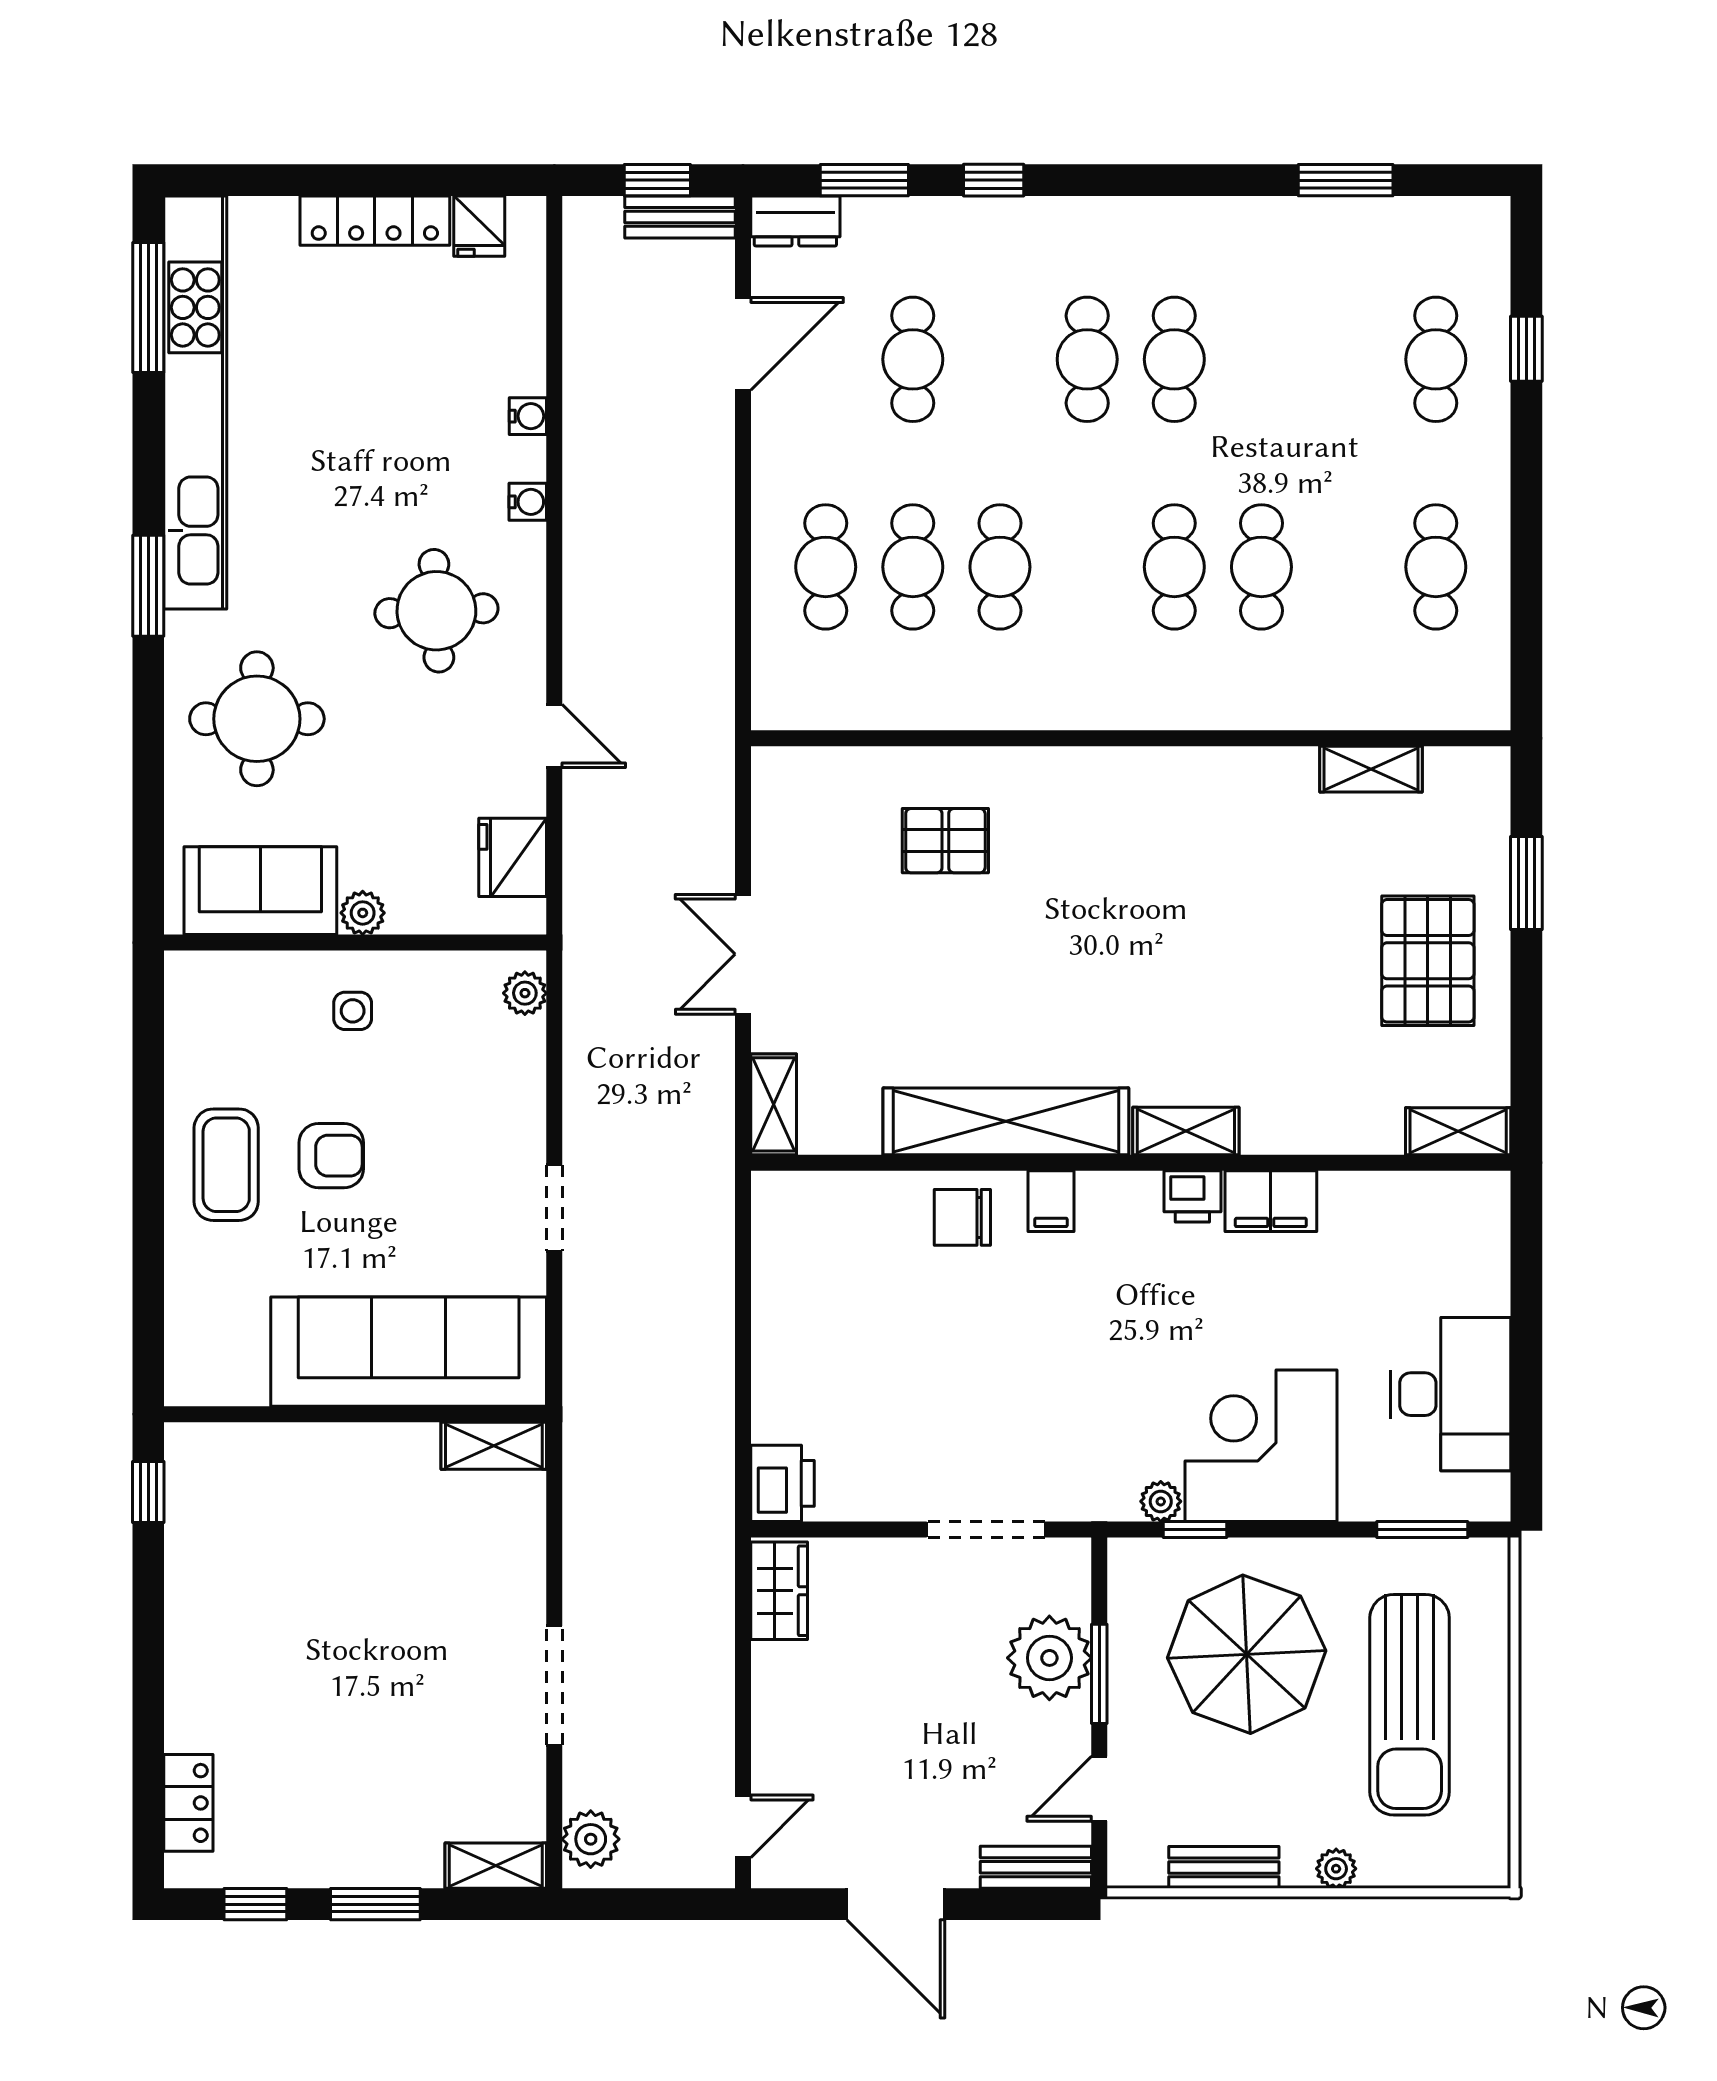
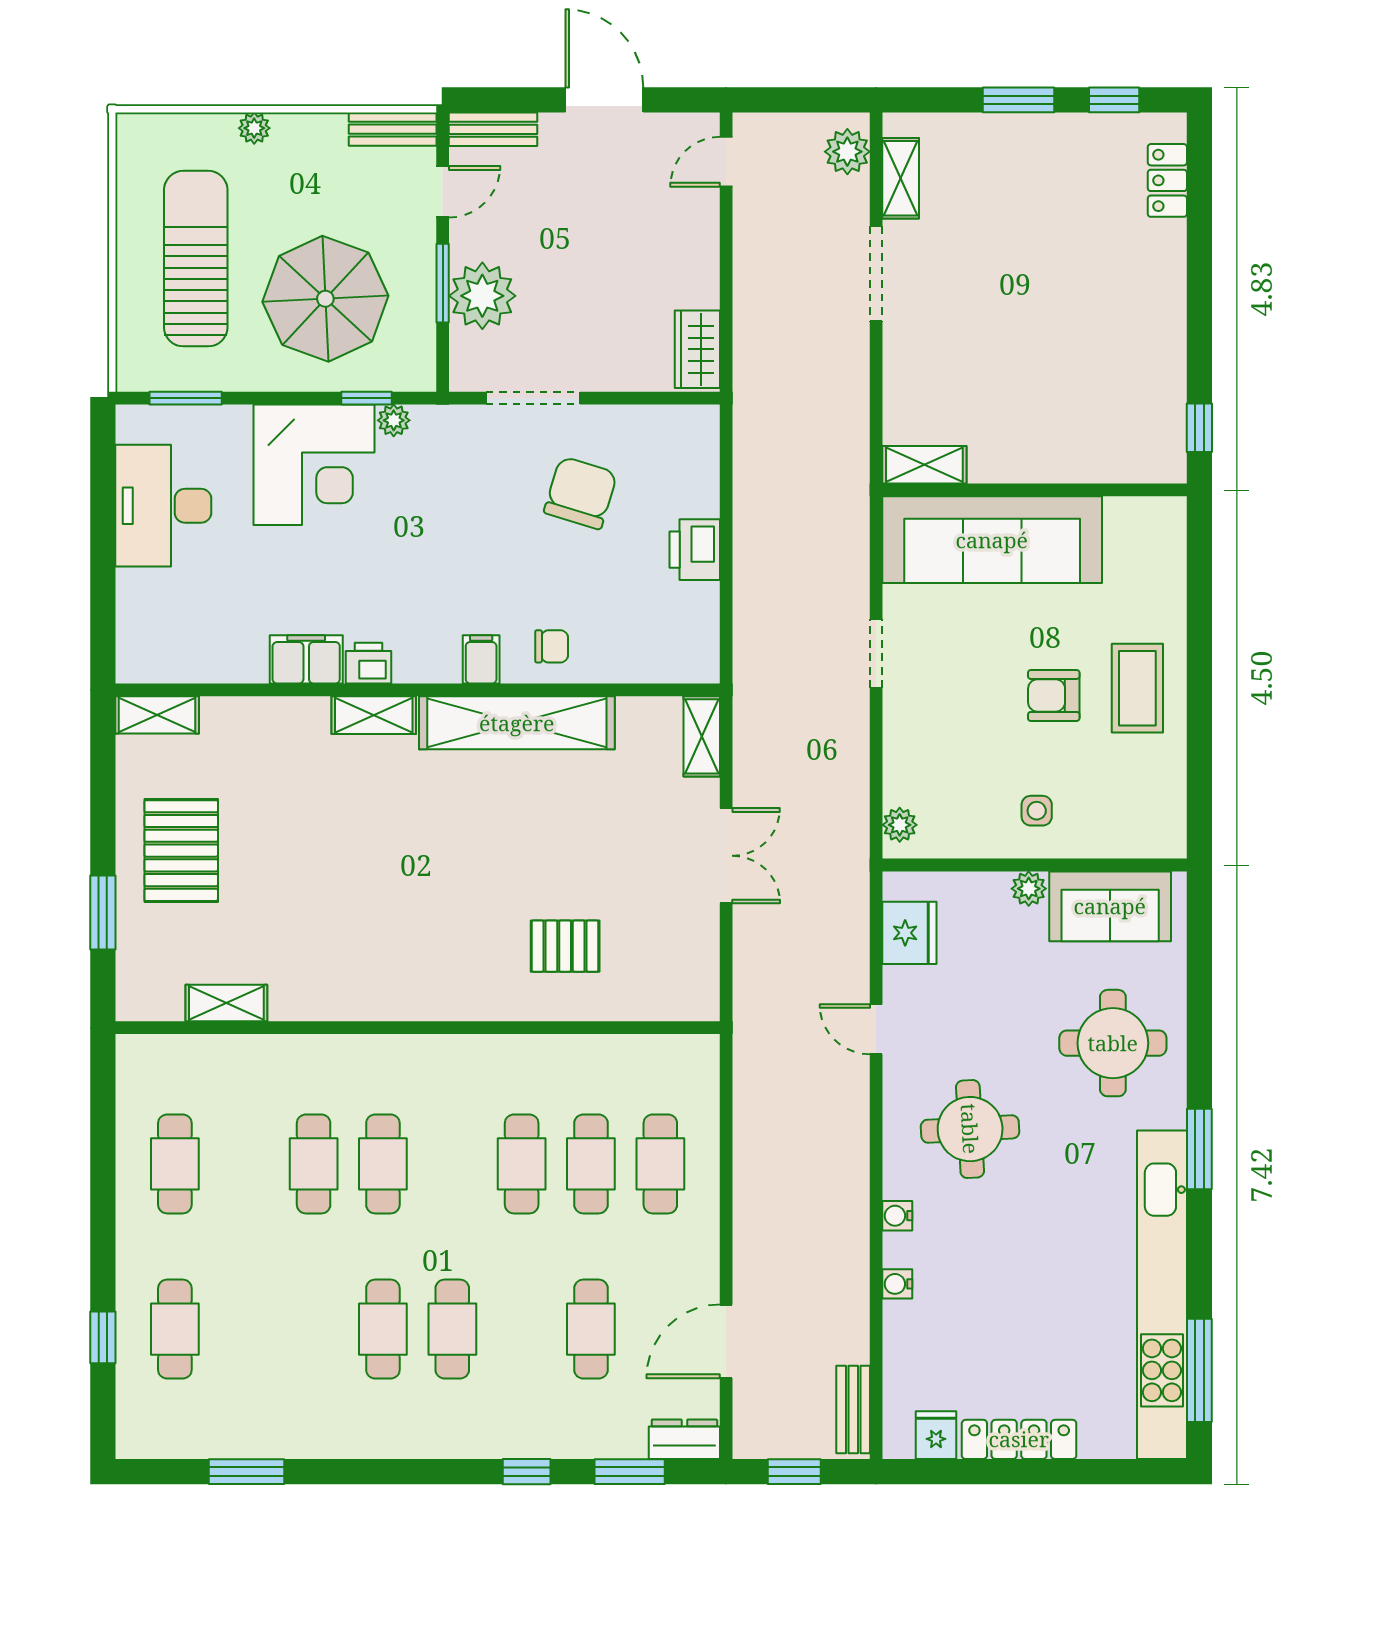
bench: (680, 217) -> (853, 1409), moved, turned 90
chair: (962, 1217) -> (552, 646), width x0.73, depth x0.73
chair: (926, 1410) -> (581, 493), added
printer: (782, 1483) -> (695, 550), moved
shelving: (496, 1866) -> (901, 178), moved, turned 90
bench: (1224, 1867) -> (393, 129), moved

